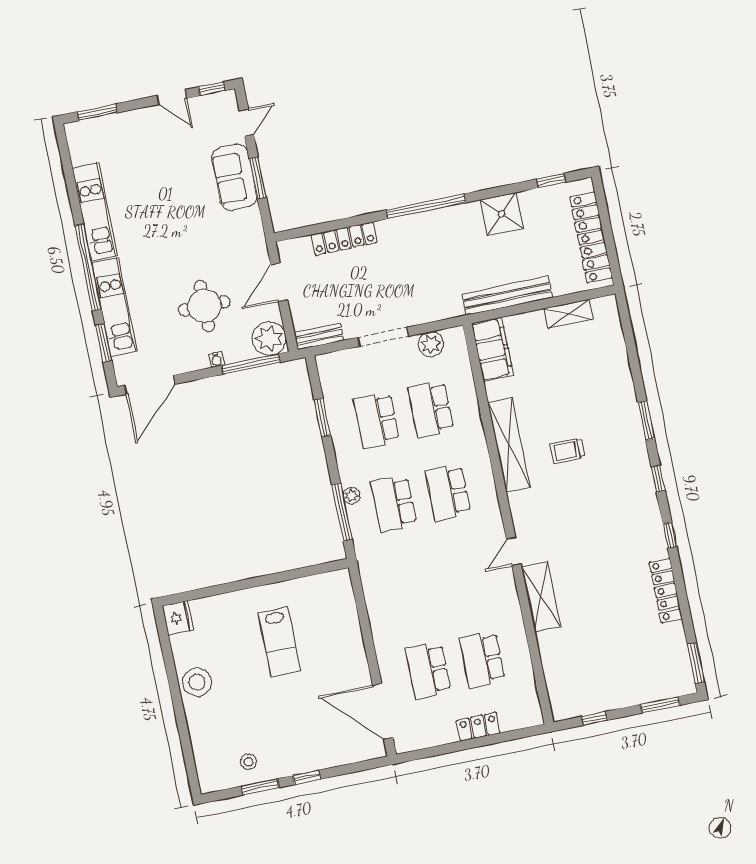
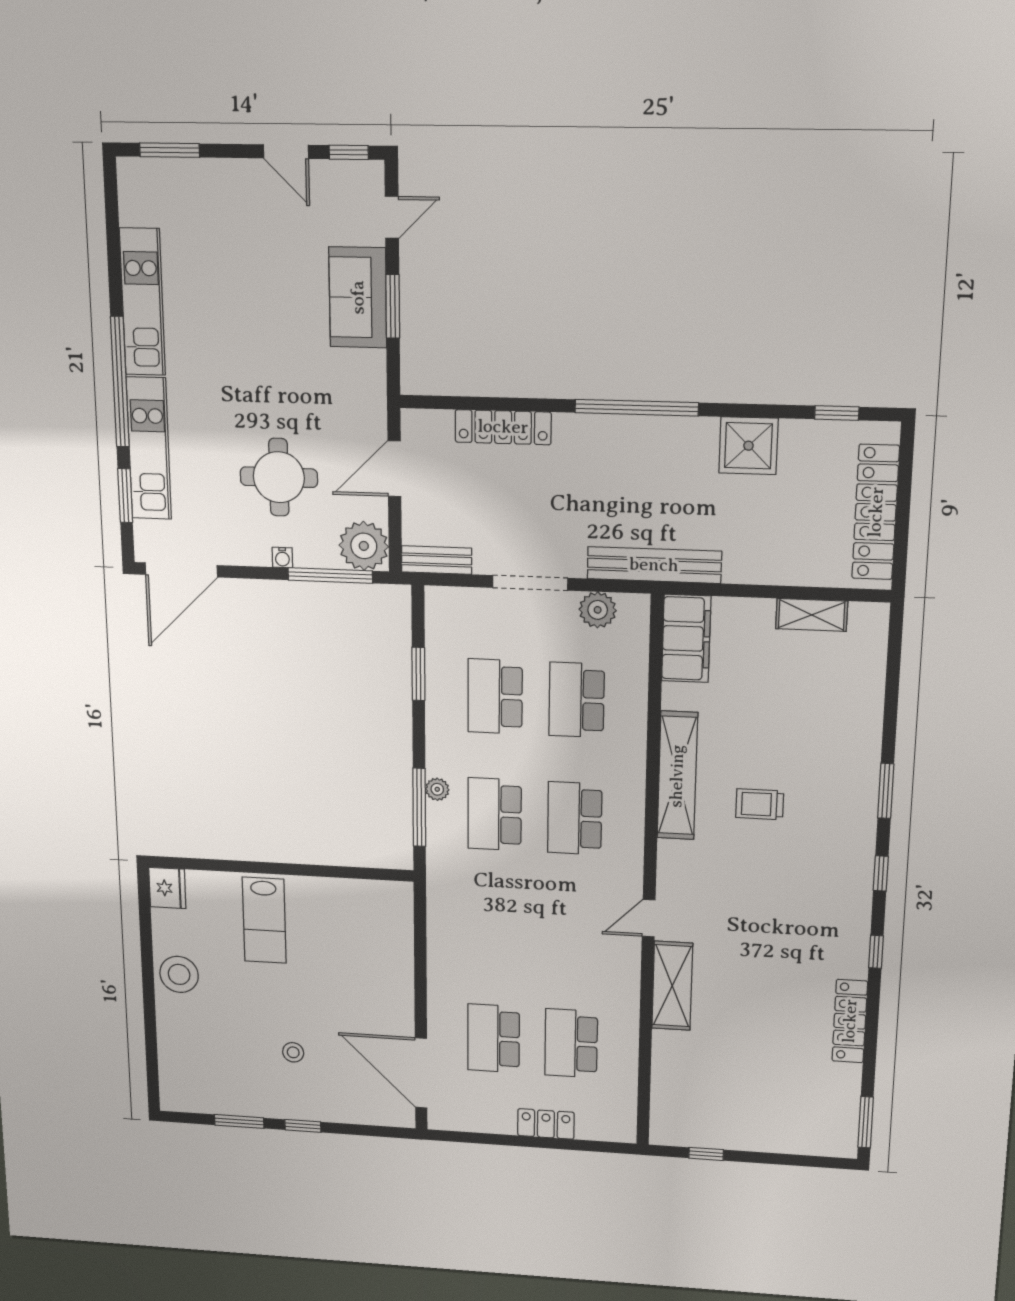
bench: (507, 296) -> (654, 565), moved
lab bench: (279, 642) -> (264, 920), moved
window: (660, 705) -> (801, 1161), removed
stool: (249, 762) -> (293, 1052), moved

